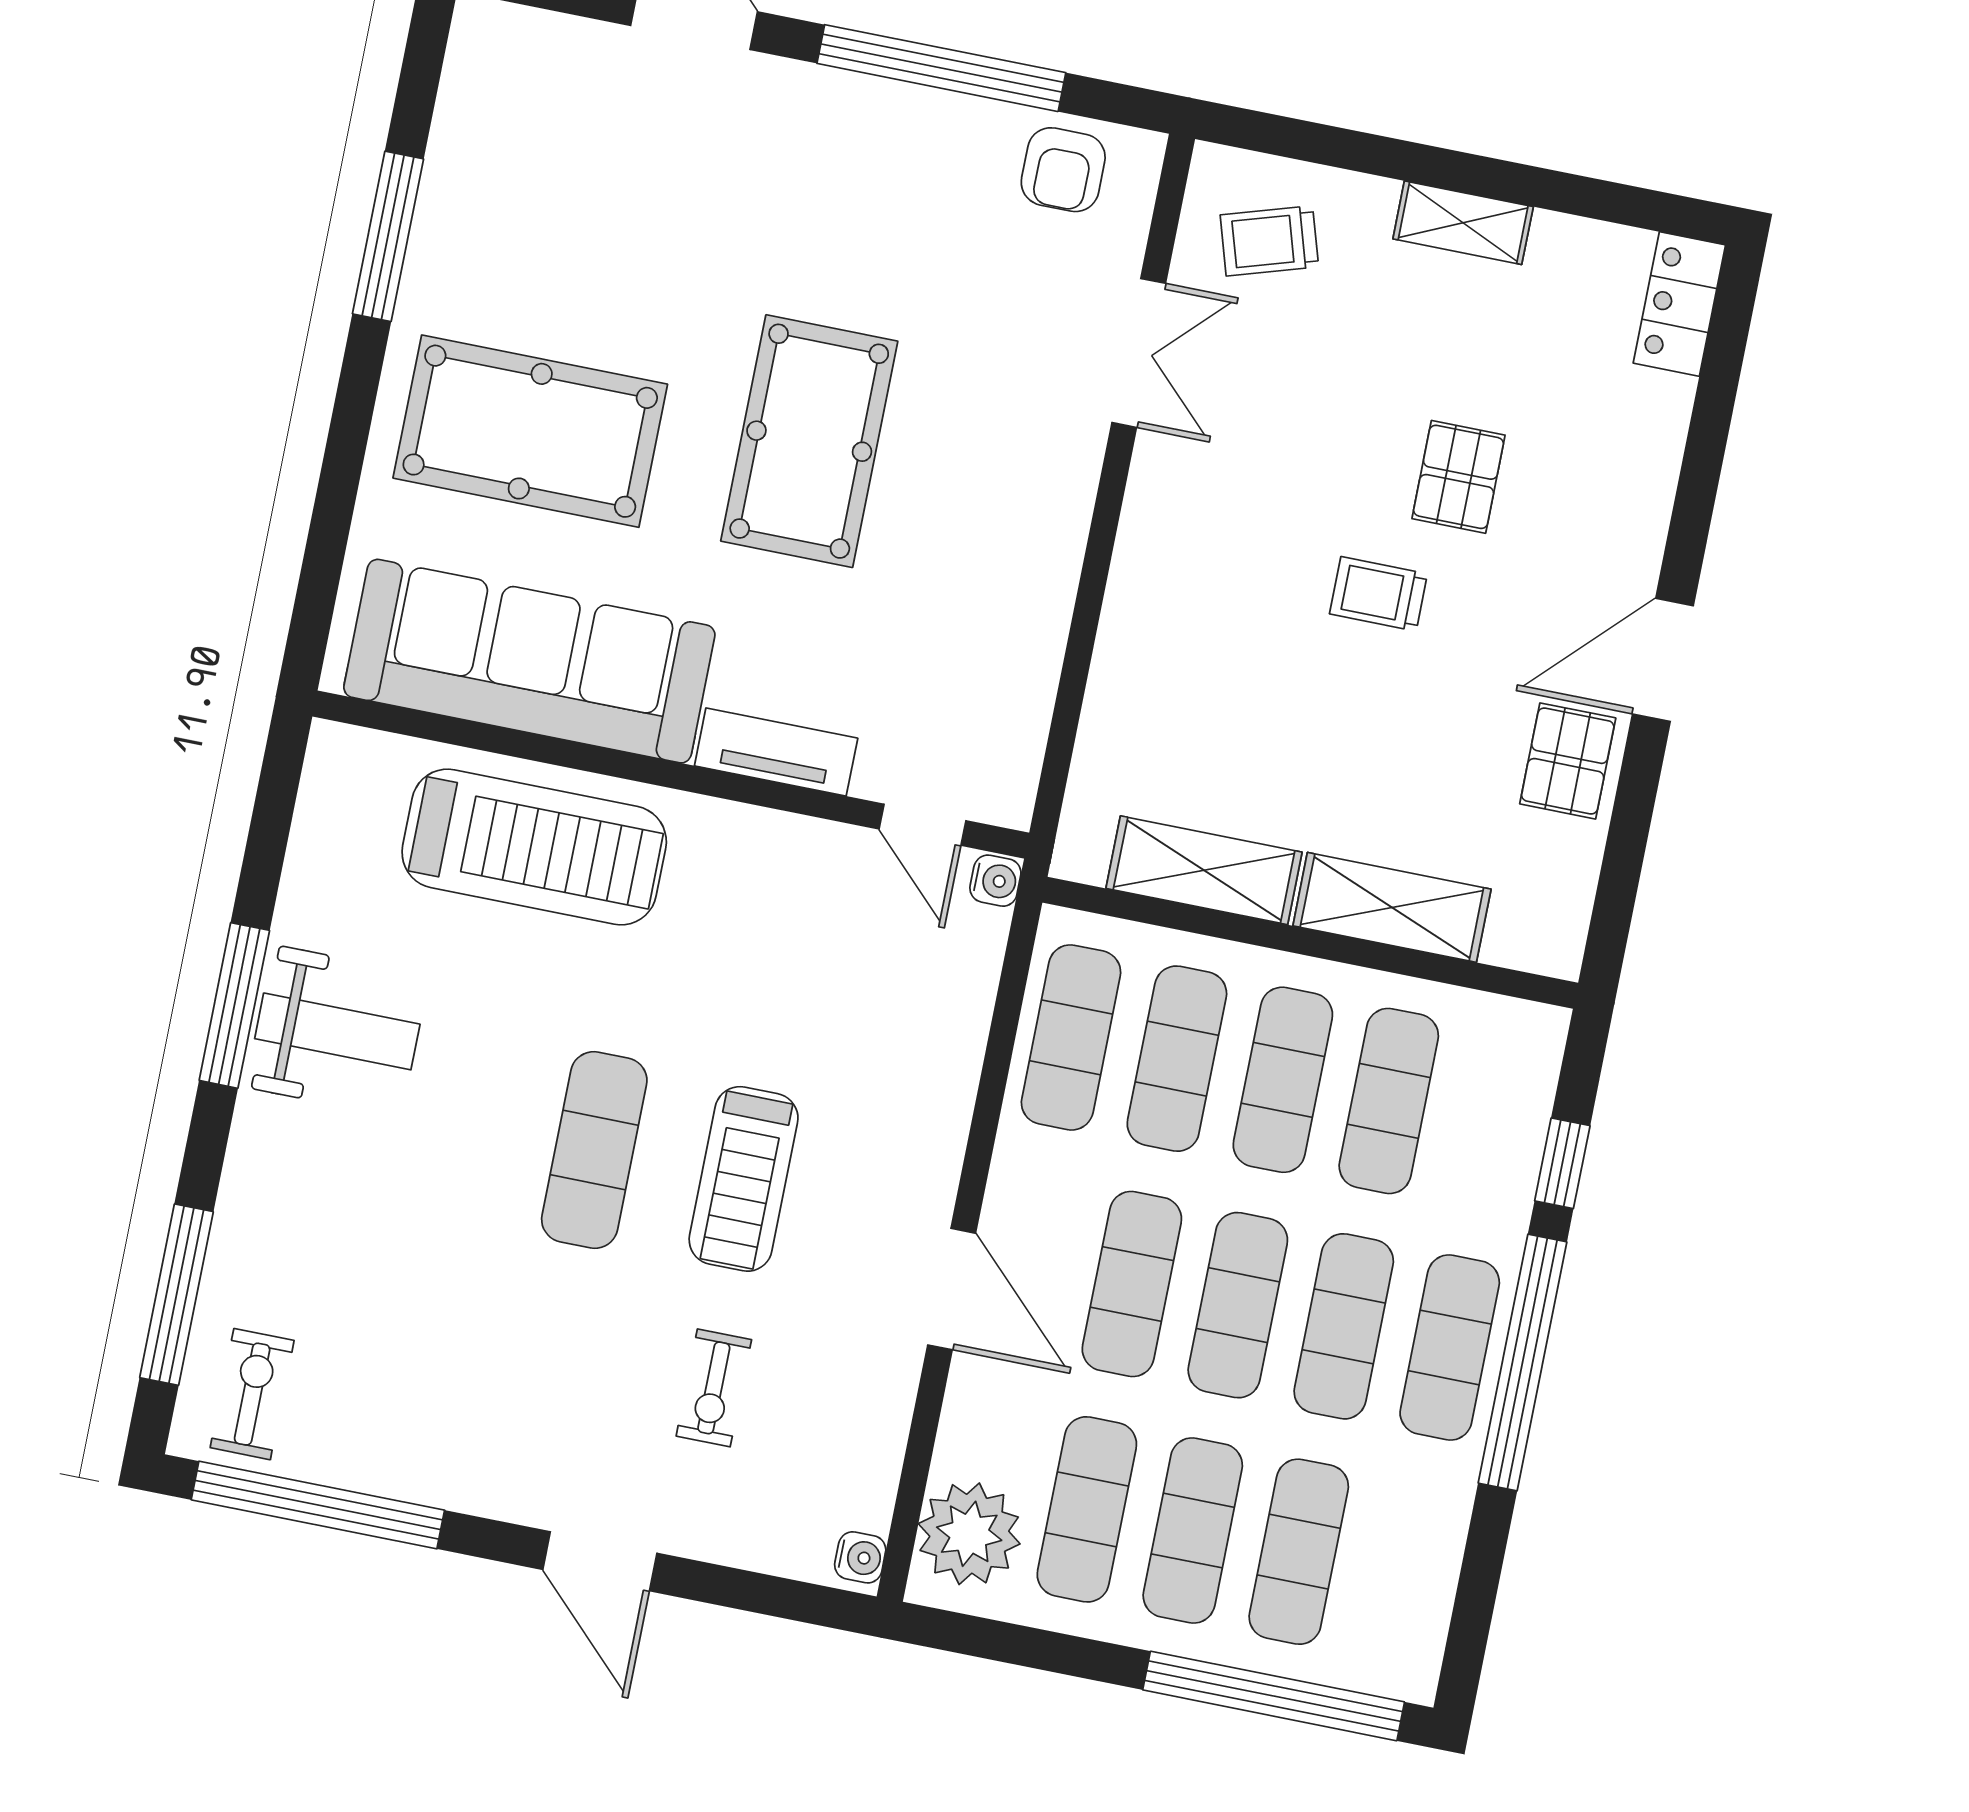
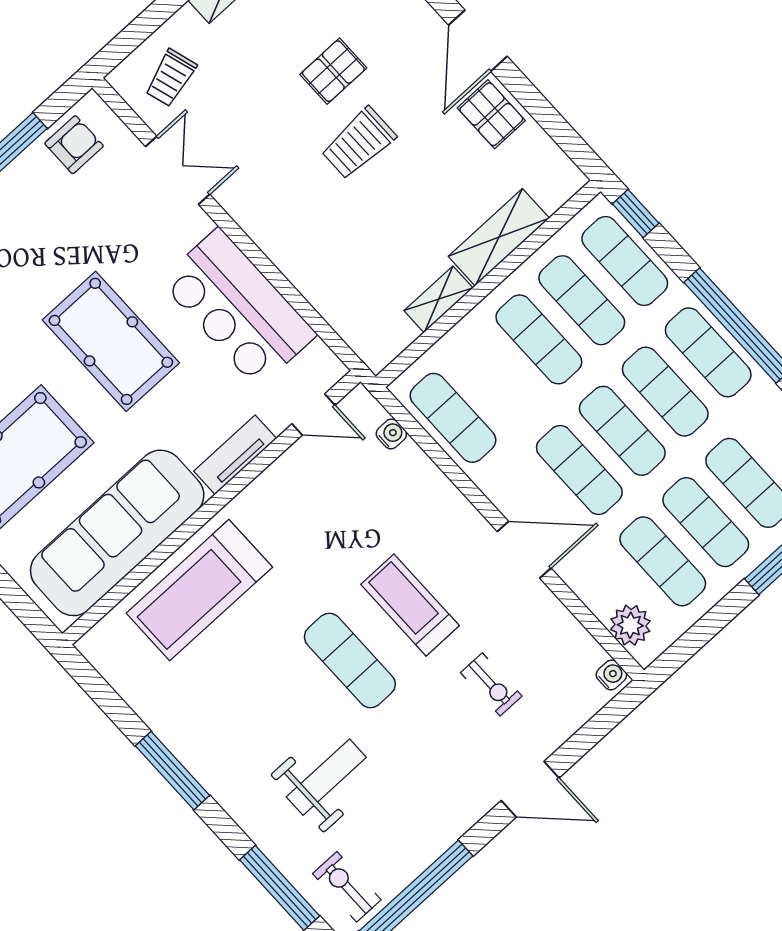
armchair: (1063, 170) -> (74, 145), turned -90
pallet: (1459, 477) -> (333, 71), turned 90
trolley: (1378, 594) -> (359, 143), width x1.36, depth x1.39
bar counter: (999, 595) -> (238, 308), added
treadmill: (534, 847) -> (199, 590), turned 180
shelving: (1204, 870) -> (438, 299), width x0.67, depth x0.75
water cooler: (995, 881) -> (391, 434), moved
weight bench: (337, 1031) -> (326, 777), moved
exercise mat: (1177, 1059) -> (625, 261), moved
window: (1562, 1163) -> (636, 214), moved
treadmill: (744, 1179) -> (410, 605), turned 180
plant: (969, 1534) -> (630, 625), width x0.73, depth x0.73

